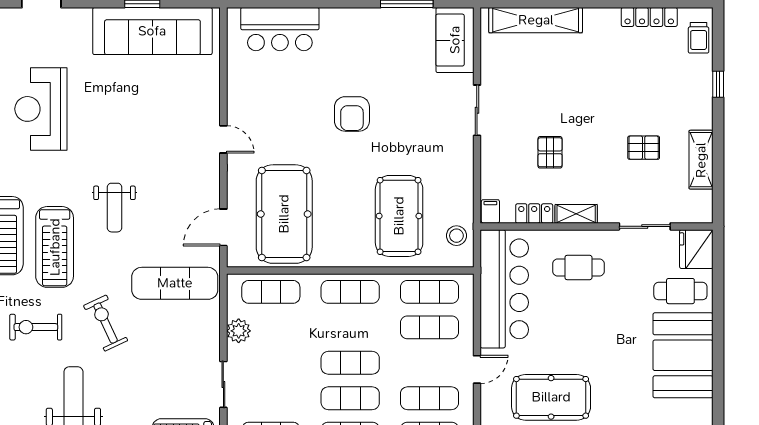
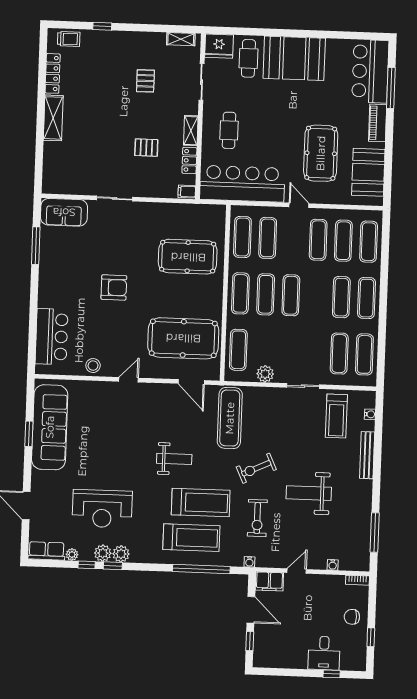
shelving: (536, 20) -> (53, 118), moved, width x0.68
shelving: (701, 160) -> (181, 39), moved, width x0.67, depth x0.75
stool: (456, 236) -> (93, 366), moved
exercise mat: (350, 398) -> (266, 294), moved

